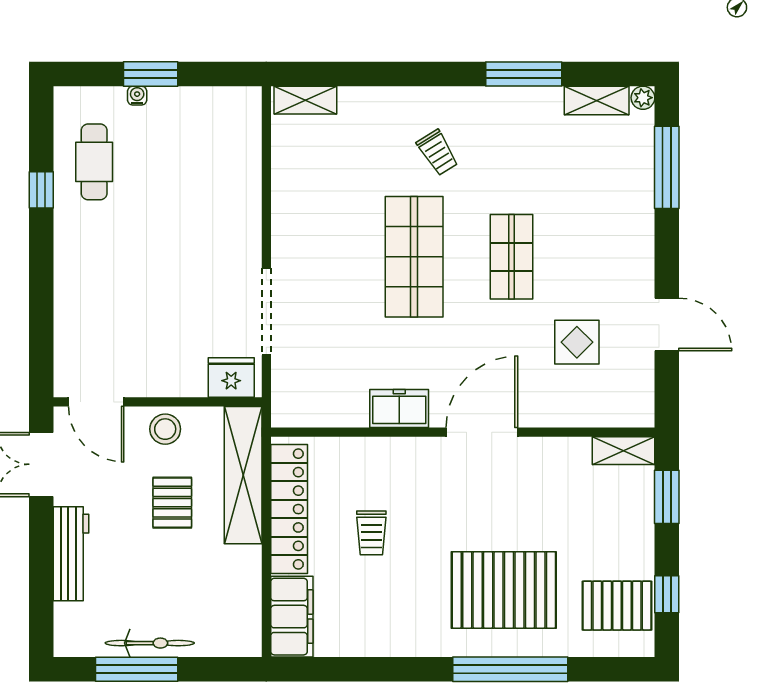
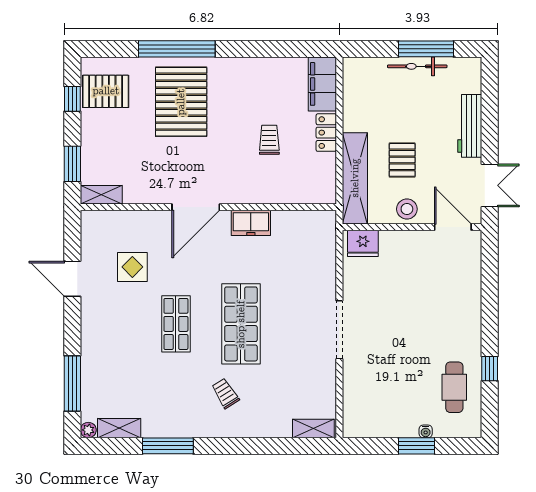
doorway: (266, 312) -> (339, 330), moved
locker: (289, 509) -> (326, 133), width x0.46, depth x0.83
pallet: (504, 590) -> (181, 102), turned 90

